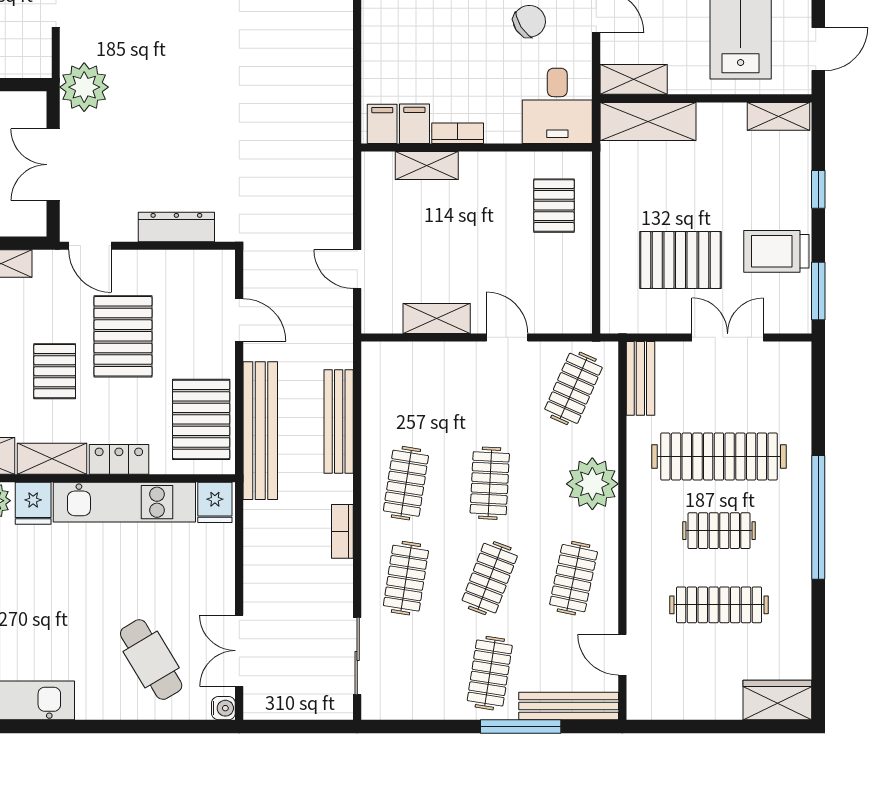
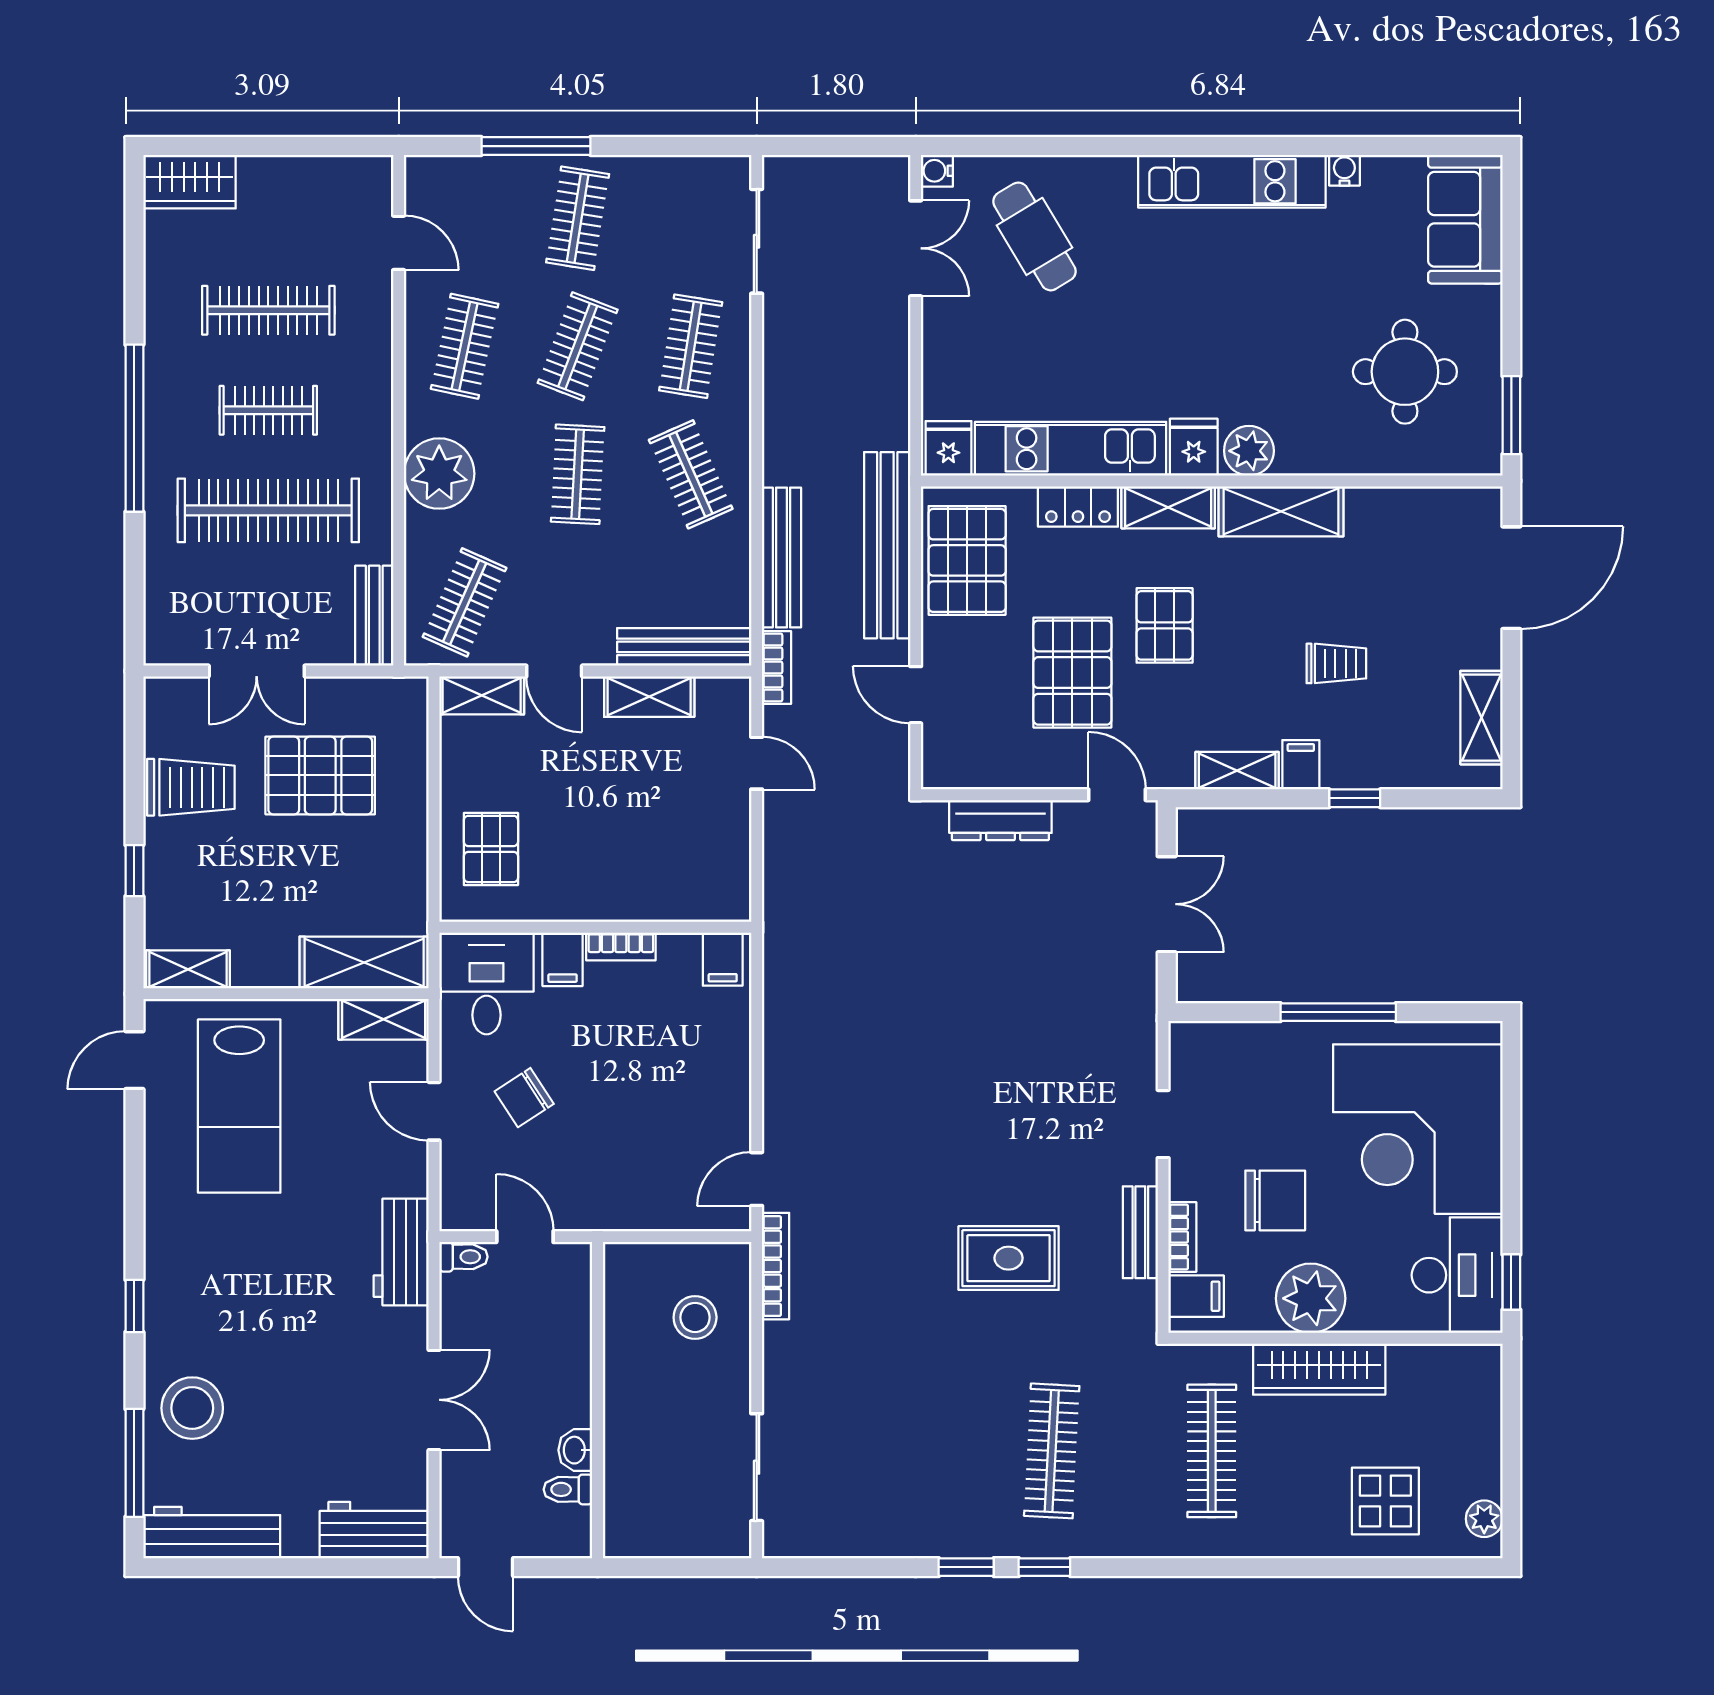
plant: (84, 87) -> (1125, 1009), removed
filing cabinet: (414, 124) -> (563, 959), moved
shelving: (427, 166) -> (482, 695), moved
window: (818, 291) -> (134, 734), removed
clothes rail: (406, 483) -> (691, 474), turned -33
bookcase: (342, 531) -> (776, 667), moved
bench: (569, 706) -> (684, 647), moved

